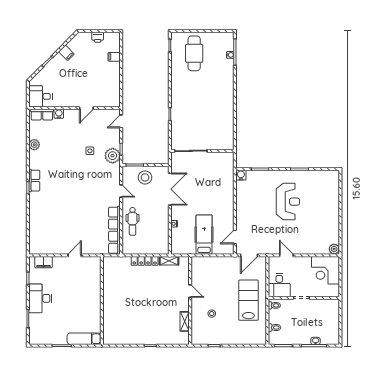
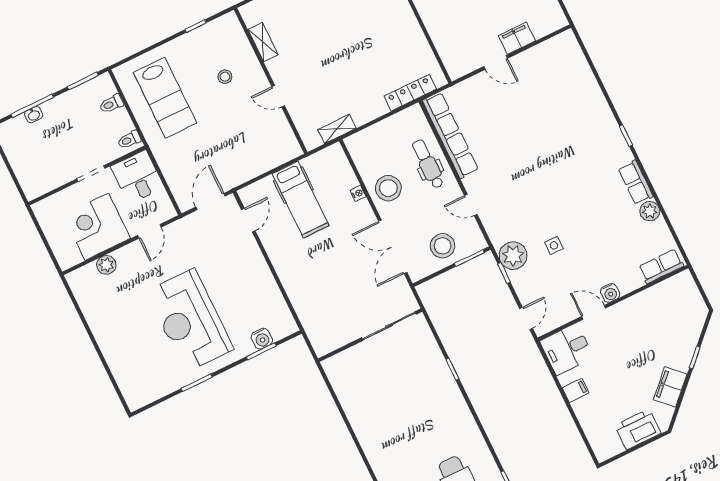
printer: (98, 37) -> (638, 429), width x1.87, depth x1.48
filing cabinet: (66, 53) -> (670, 387), width x2.00
filing cabinet: (114, 57) -> (576, 390), moved
desk: (40, 96) -> (567, 349), moved, turned 180
door: (86, 108) -> (594, 312), hinge flipped
water cooler: (59, 114) -> (610, 293), moved
water cooler: (241, 175) -> (262, 339), moved
row of seats: (34, 181) -> (636, 182), moved
reception desk: (288, 202) -> (190, 320), width x1.36, depth x1.30
stool: (158, 219) -> (388, 188), added
plant: (334, 249) -> (106, 265), moved
door: (75, 255) -> (496, 62), hinge flipped
door: (286, 255) -> (149, 231), hinge flipped
locker: (145, 261) -> (410, 93), moved
filing cabinet: (43, 262) -> (517, 38), moved
corner desk: (325, 270) -> (97, 227), moved, turned -90
lab bench: (248, 300) -> (165, 98), moved

